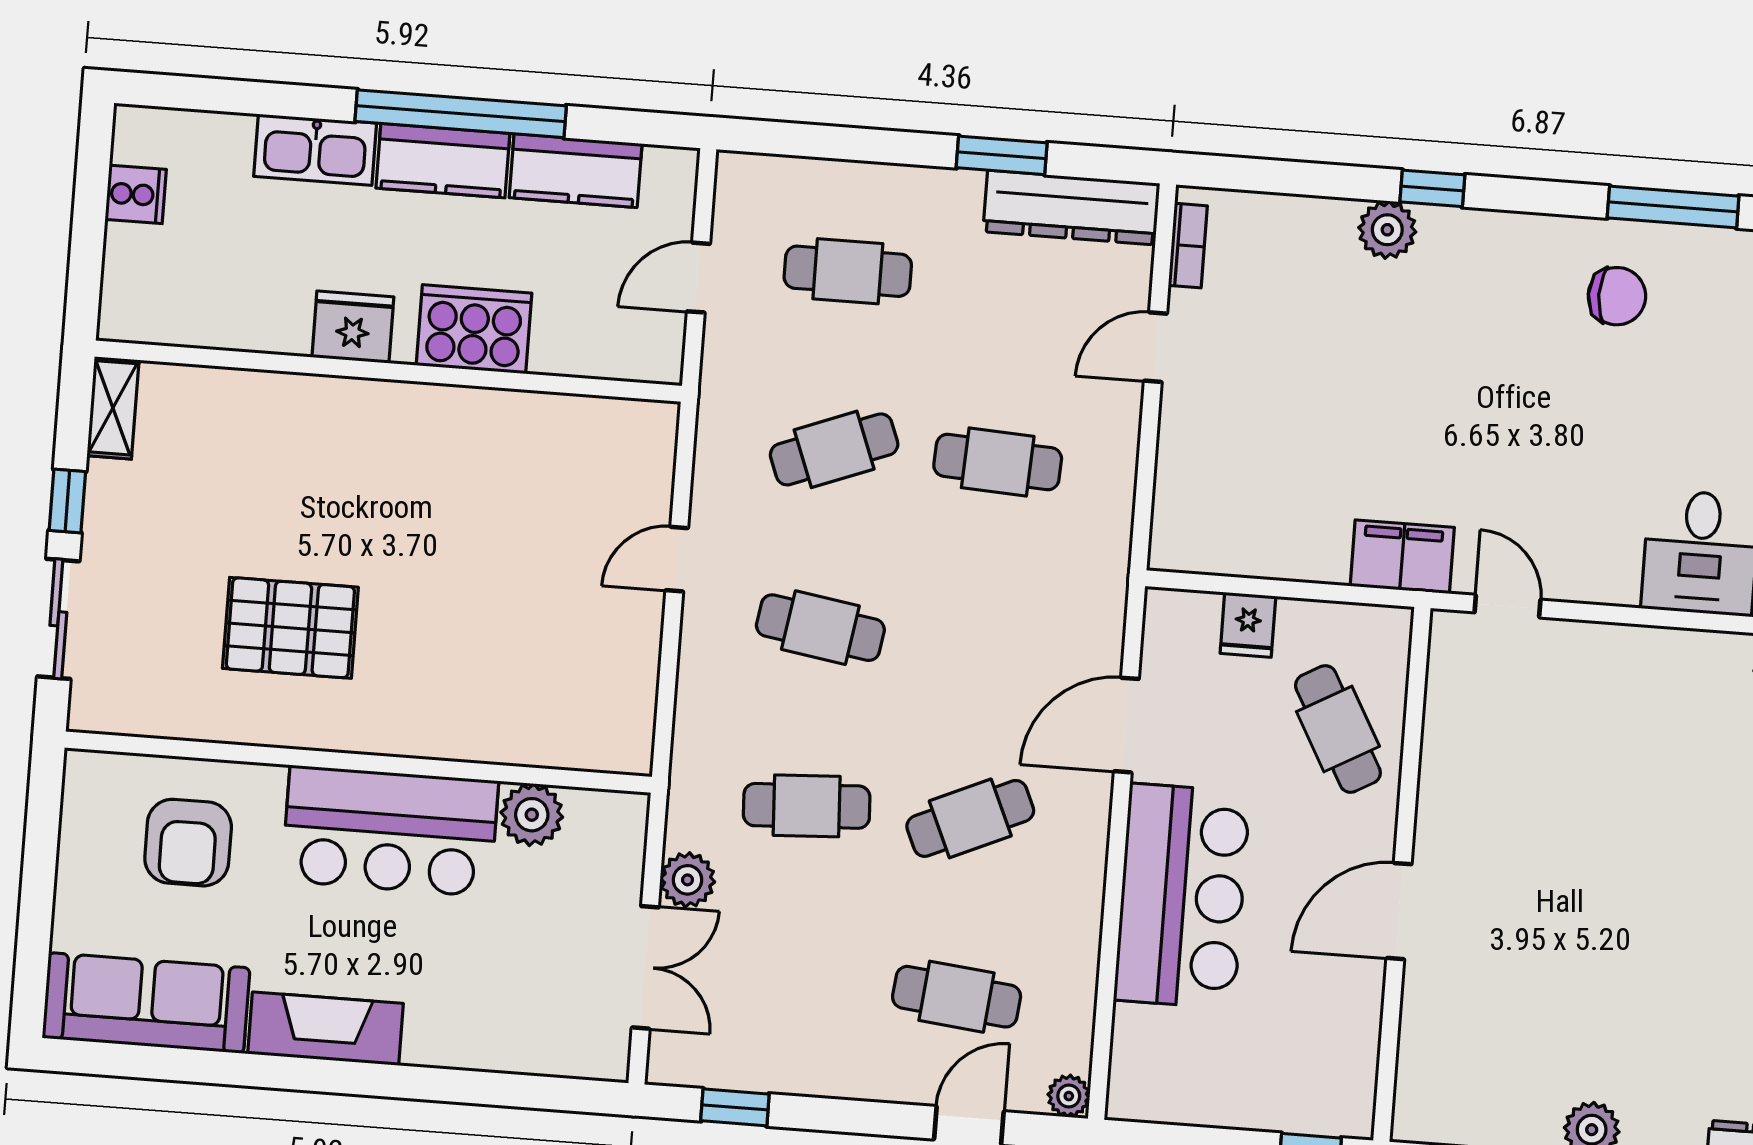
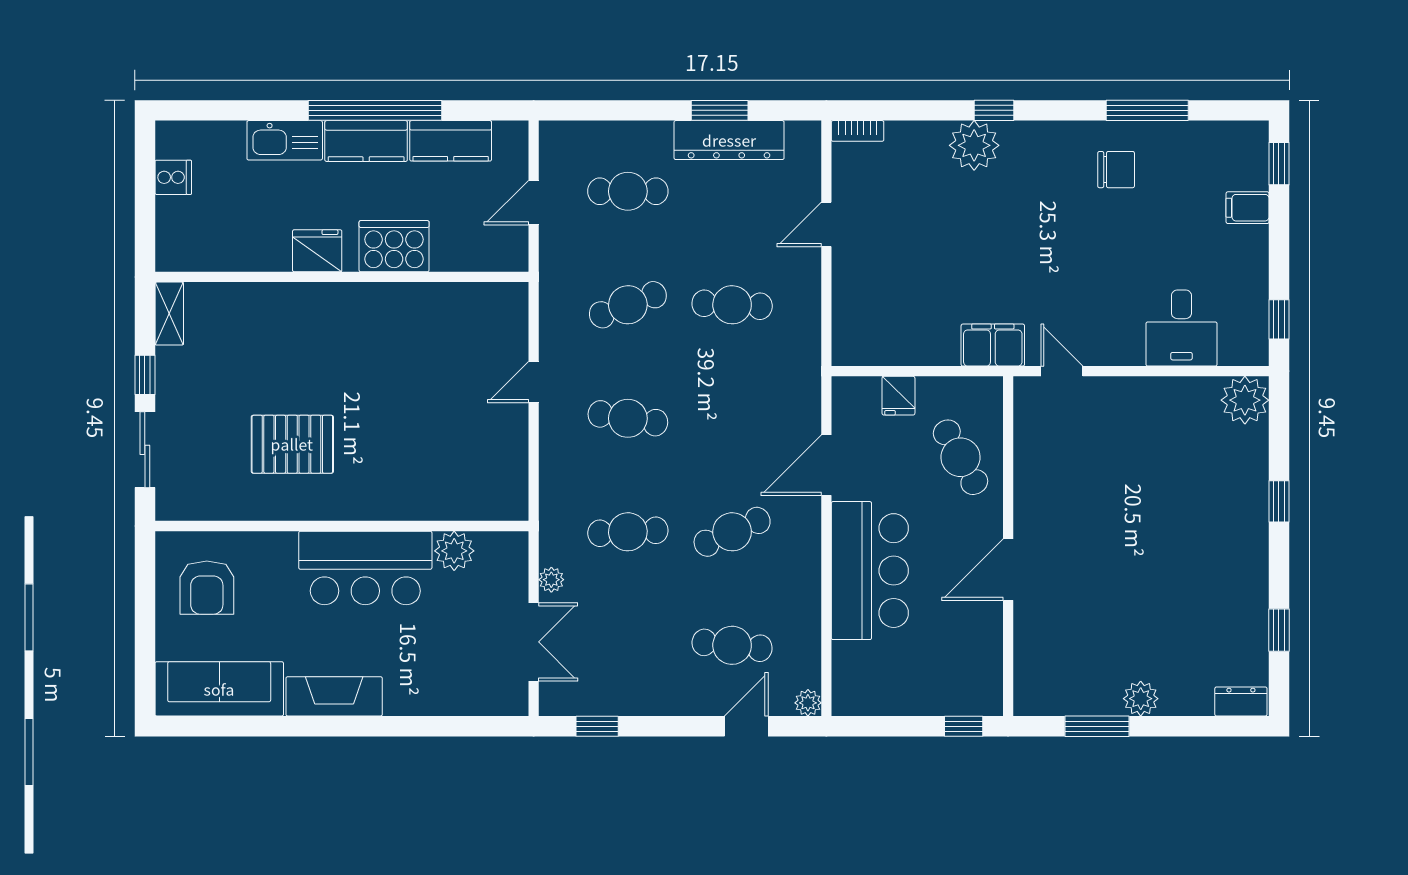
dresser: (1071, 208) -> (729, 140), moved
plant: (1387, 230) -> (974, 145), width x1.36, depth x1.36
bookcase: (1188, 246) -> (858, 131), moved, turned 90
armchair: (188, 843) -> (207, 588), moved
plant: (688, 880) -> (551, 580), width x0.73, depth x0.73

